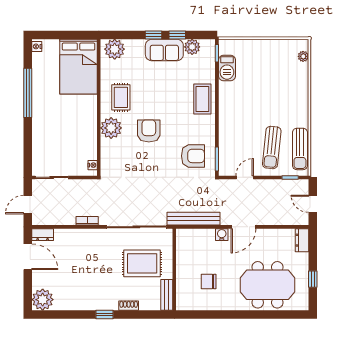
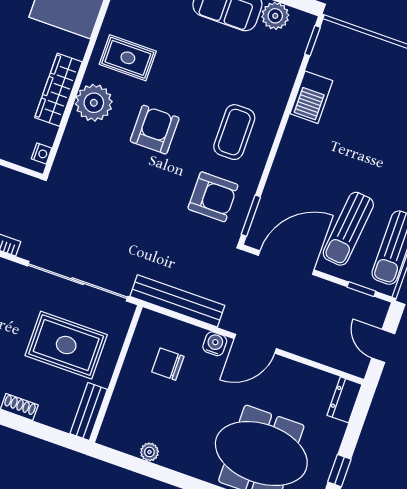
barbecue: (227, 68) -> (311, 97), moved
rug: (121, 97) -> (128, 58), turned 90
coffee table: (202, 99) -> (234, 132), moved
wardrobe: (90, 128) -> (58, 90), added
door: (245, 177) -> (286, 263), width x1.87
chair: (209, 281) -> (168, 364), moved
plant: (207, 305) -> (149, 452), added

